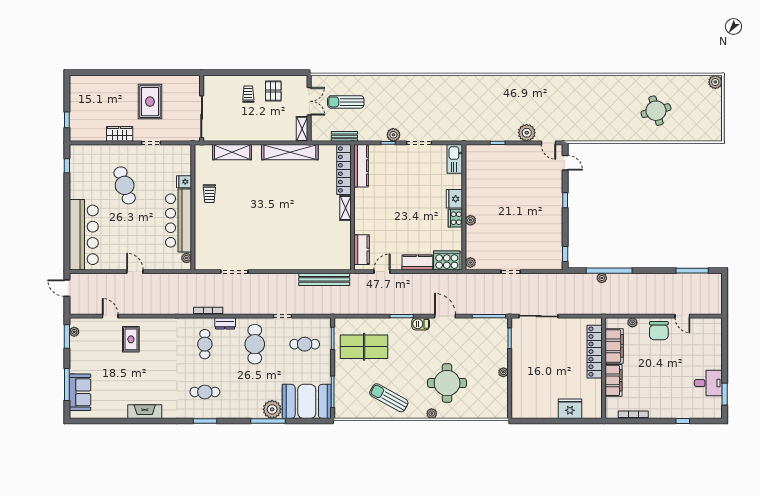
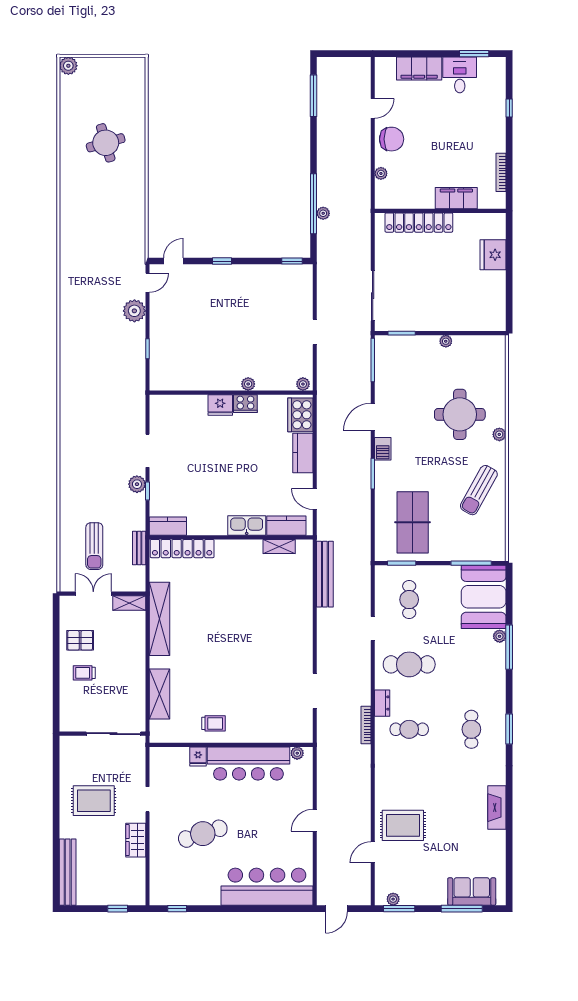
bench: (95, 81) -> (68, 872), added
kitchen sink: (455, 159) -> (247, 525), moved, turned 180
kitchen counter: (361, 166) -> (168, 526), width x0.67
shelving: (345, 208) -> (279, 547), moved
rug: (131, 339) -> (403, 825), width x1.36, depth x1.43
filing cabinet: (614, 346) -> (419, 68), moved, turned 180
plant: (272, 409) -> (500, 636), width x0.53, depth x0.53

